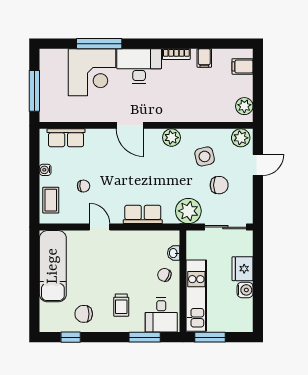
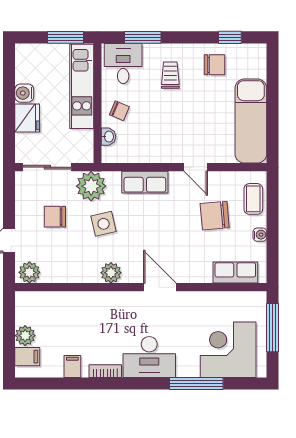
corner desk: (92, 72) -> (228, 350), moved
plant: (244, 106) -> (25, 336), moved
side table: (205, 156) -> (104, 224), moved
chair: (84, 186) -> (215, 216), width x1.87, depth x1.87

